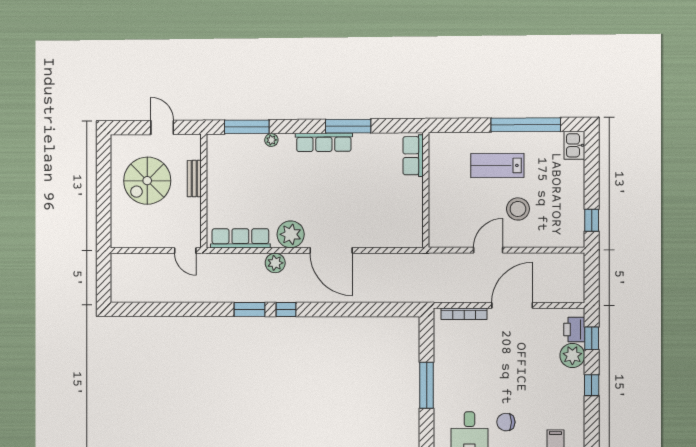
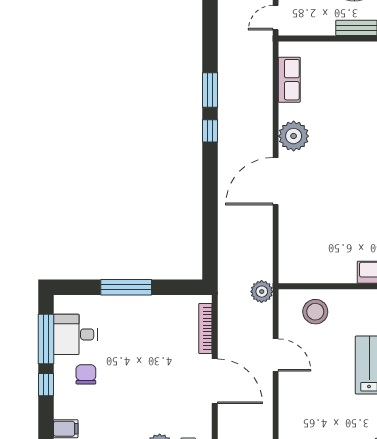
stool: (518, 209) -> (315, 312), moved
row of seats: (240, 238) -> (289, 80), width x0.68
plant: (275, 263) -> (262, 292), moved

